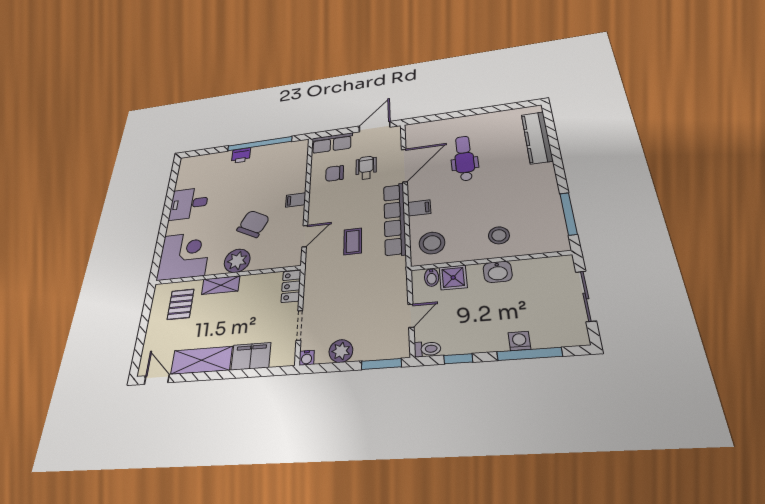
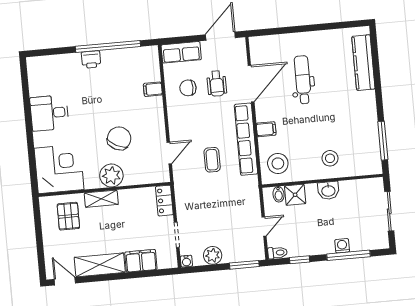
wheelchair: (366, 168) -> (217, 84), turned 180
filing cabinet: (296, 200) -> (153, 89), moved

